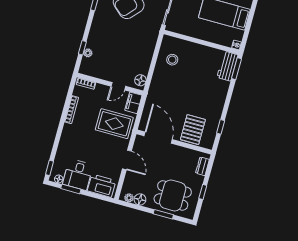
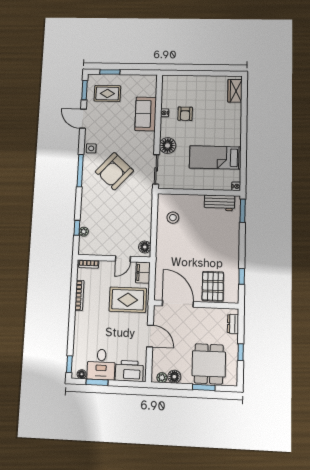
workbench: (227, 66) -> (219, 203), moved, turned -90
dining table: (173, 195) -> (209, 364), turned 90

